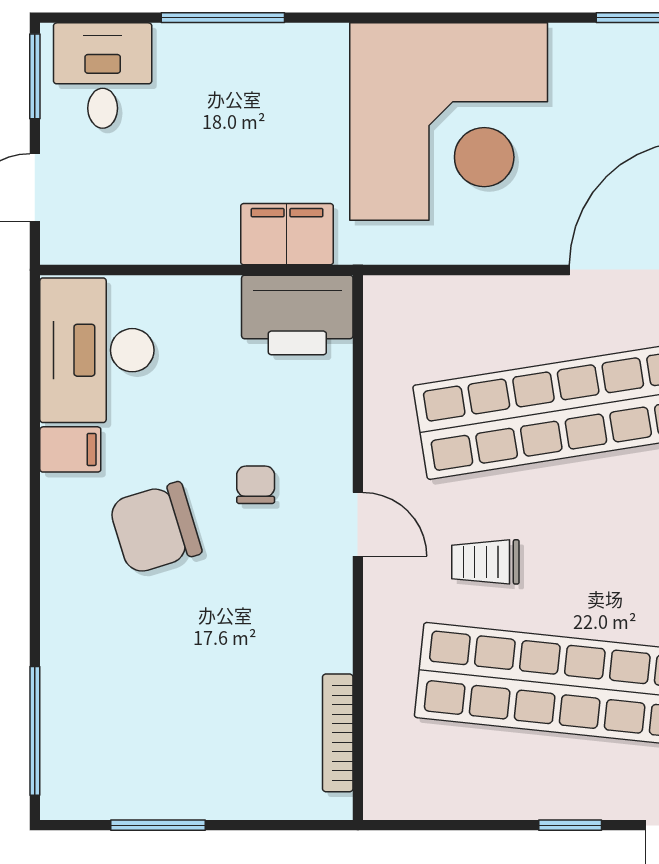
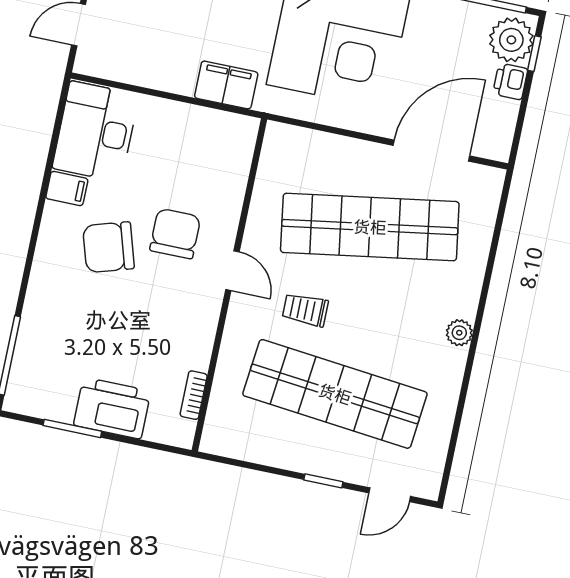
printer: (297, 315) -> (112, 408), moved, turned 180
chair: (256, 485) -> (175, 234), width x1.87, depth x1.87
bookcase: (338, 733) -> (194, 395), width x0.64

